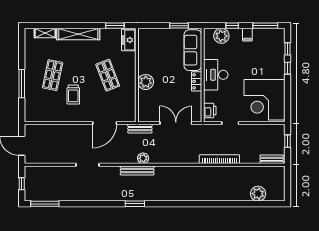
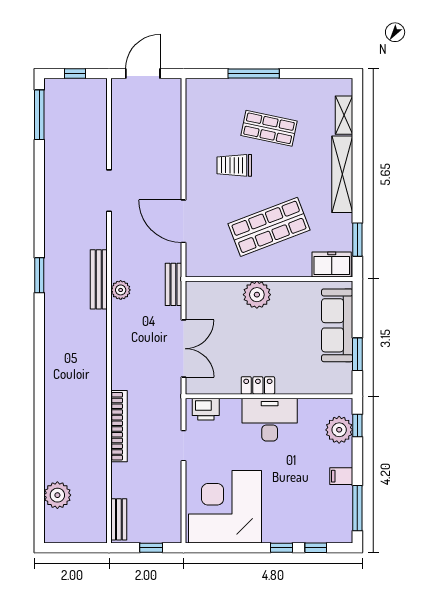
window: (232, 26) -> (357, 425), moved
sofa: (193, 50) -> (337, 325), moved, turned -90
shop shelf: (108, 75) -> (269, 227), width x1.43, depth x1.36

